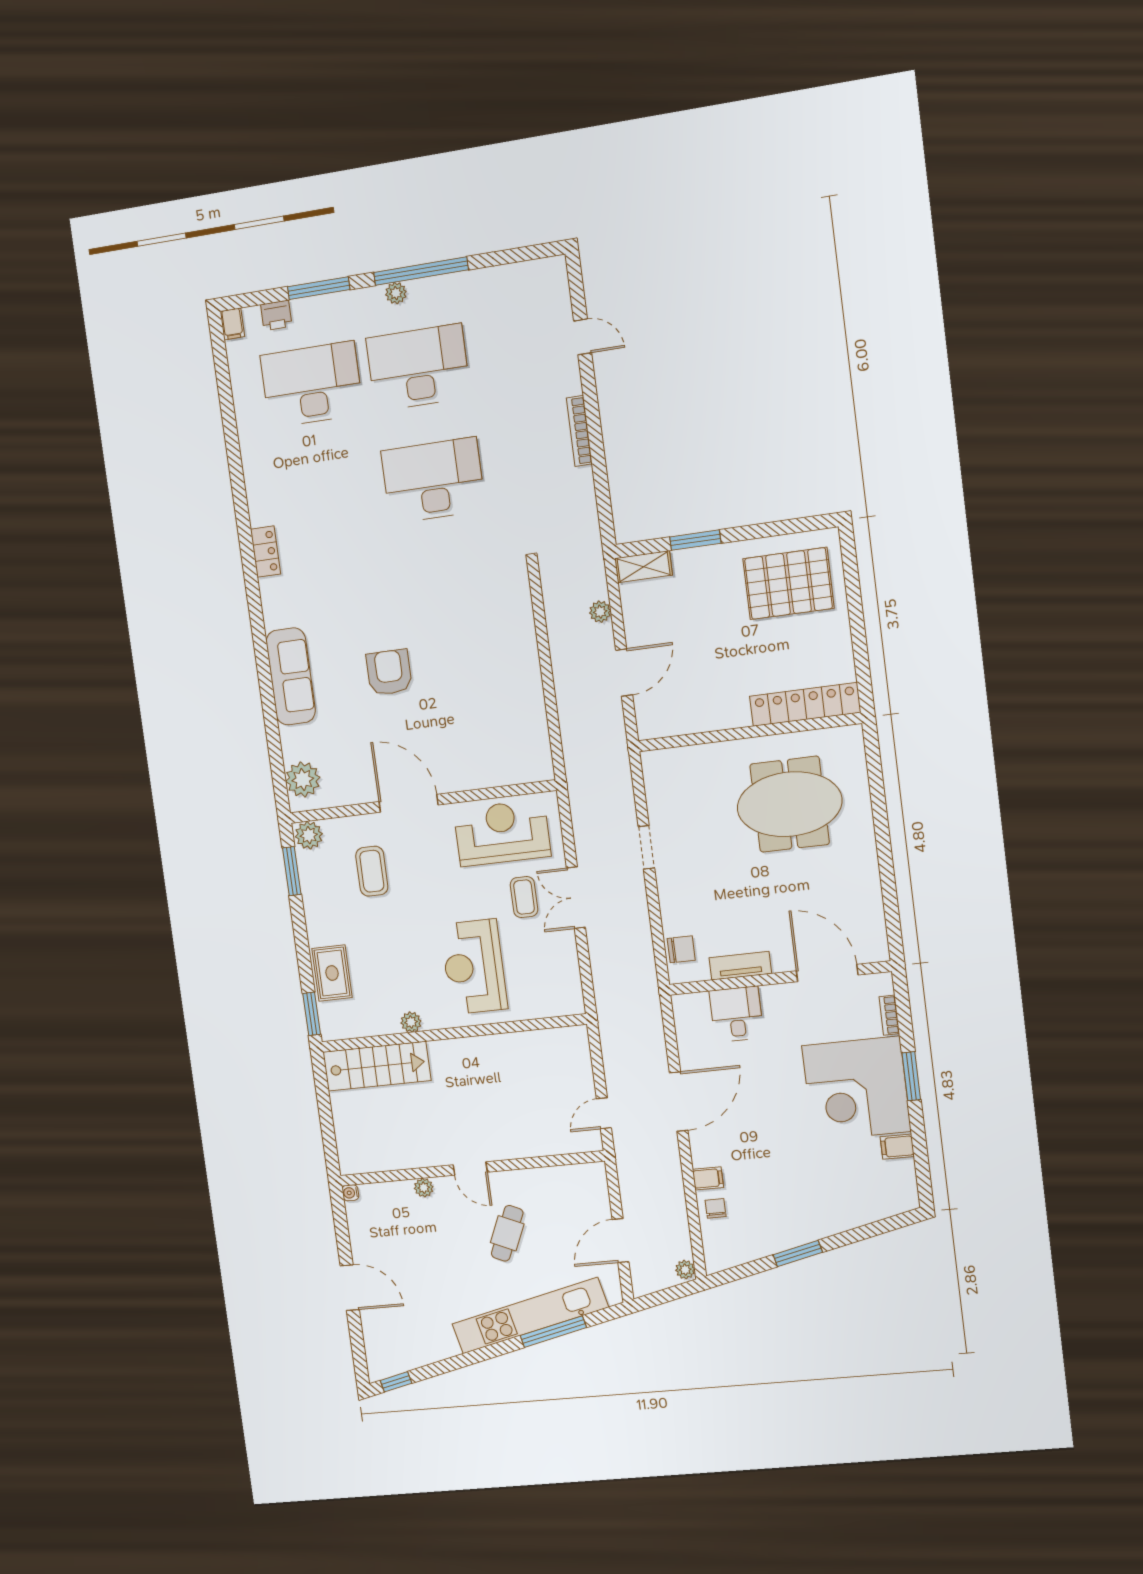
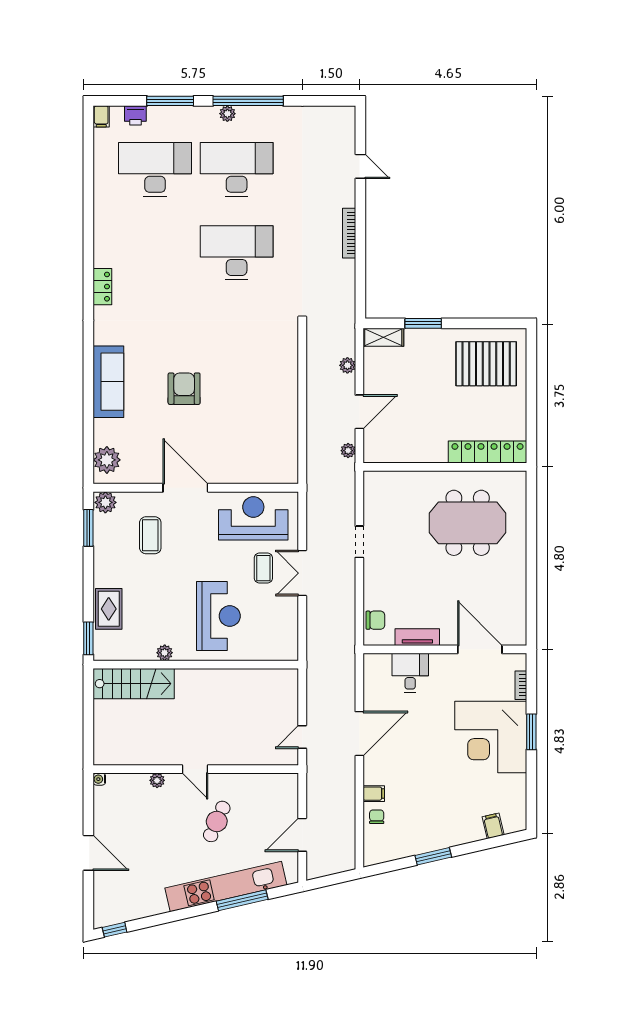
reception desk: (474, 967) -> (218, 616), turned 180
filing cabinet: (897, 1147) -> (493, 826), moved, turned 77
plant: (685, 1270) -> (348, 451), moved

